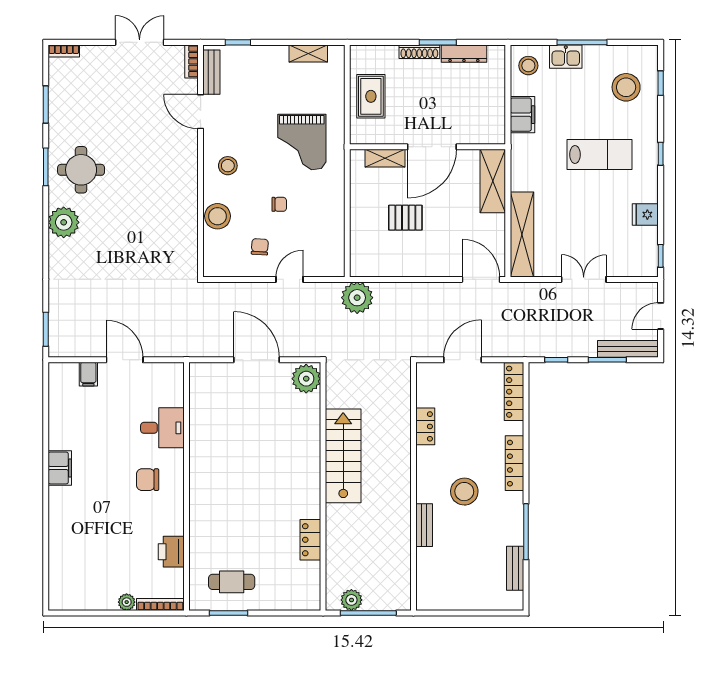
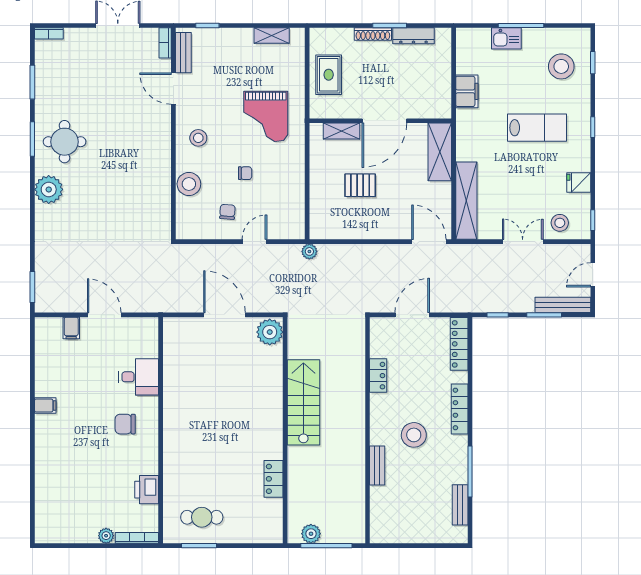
stool: (528, 66) -> (560, 223), moved
plant: (357, 298) -> (309, 251), width x0.53, depth x0.53
filing cabinet: (60, 468) -> (45, 405), width x0.50

